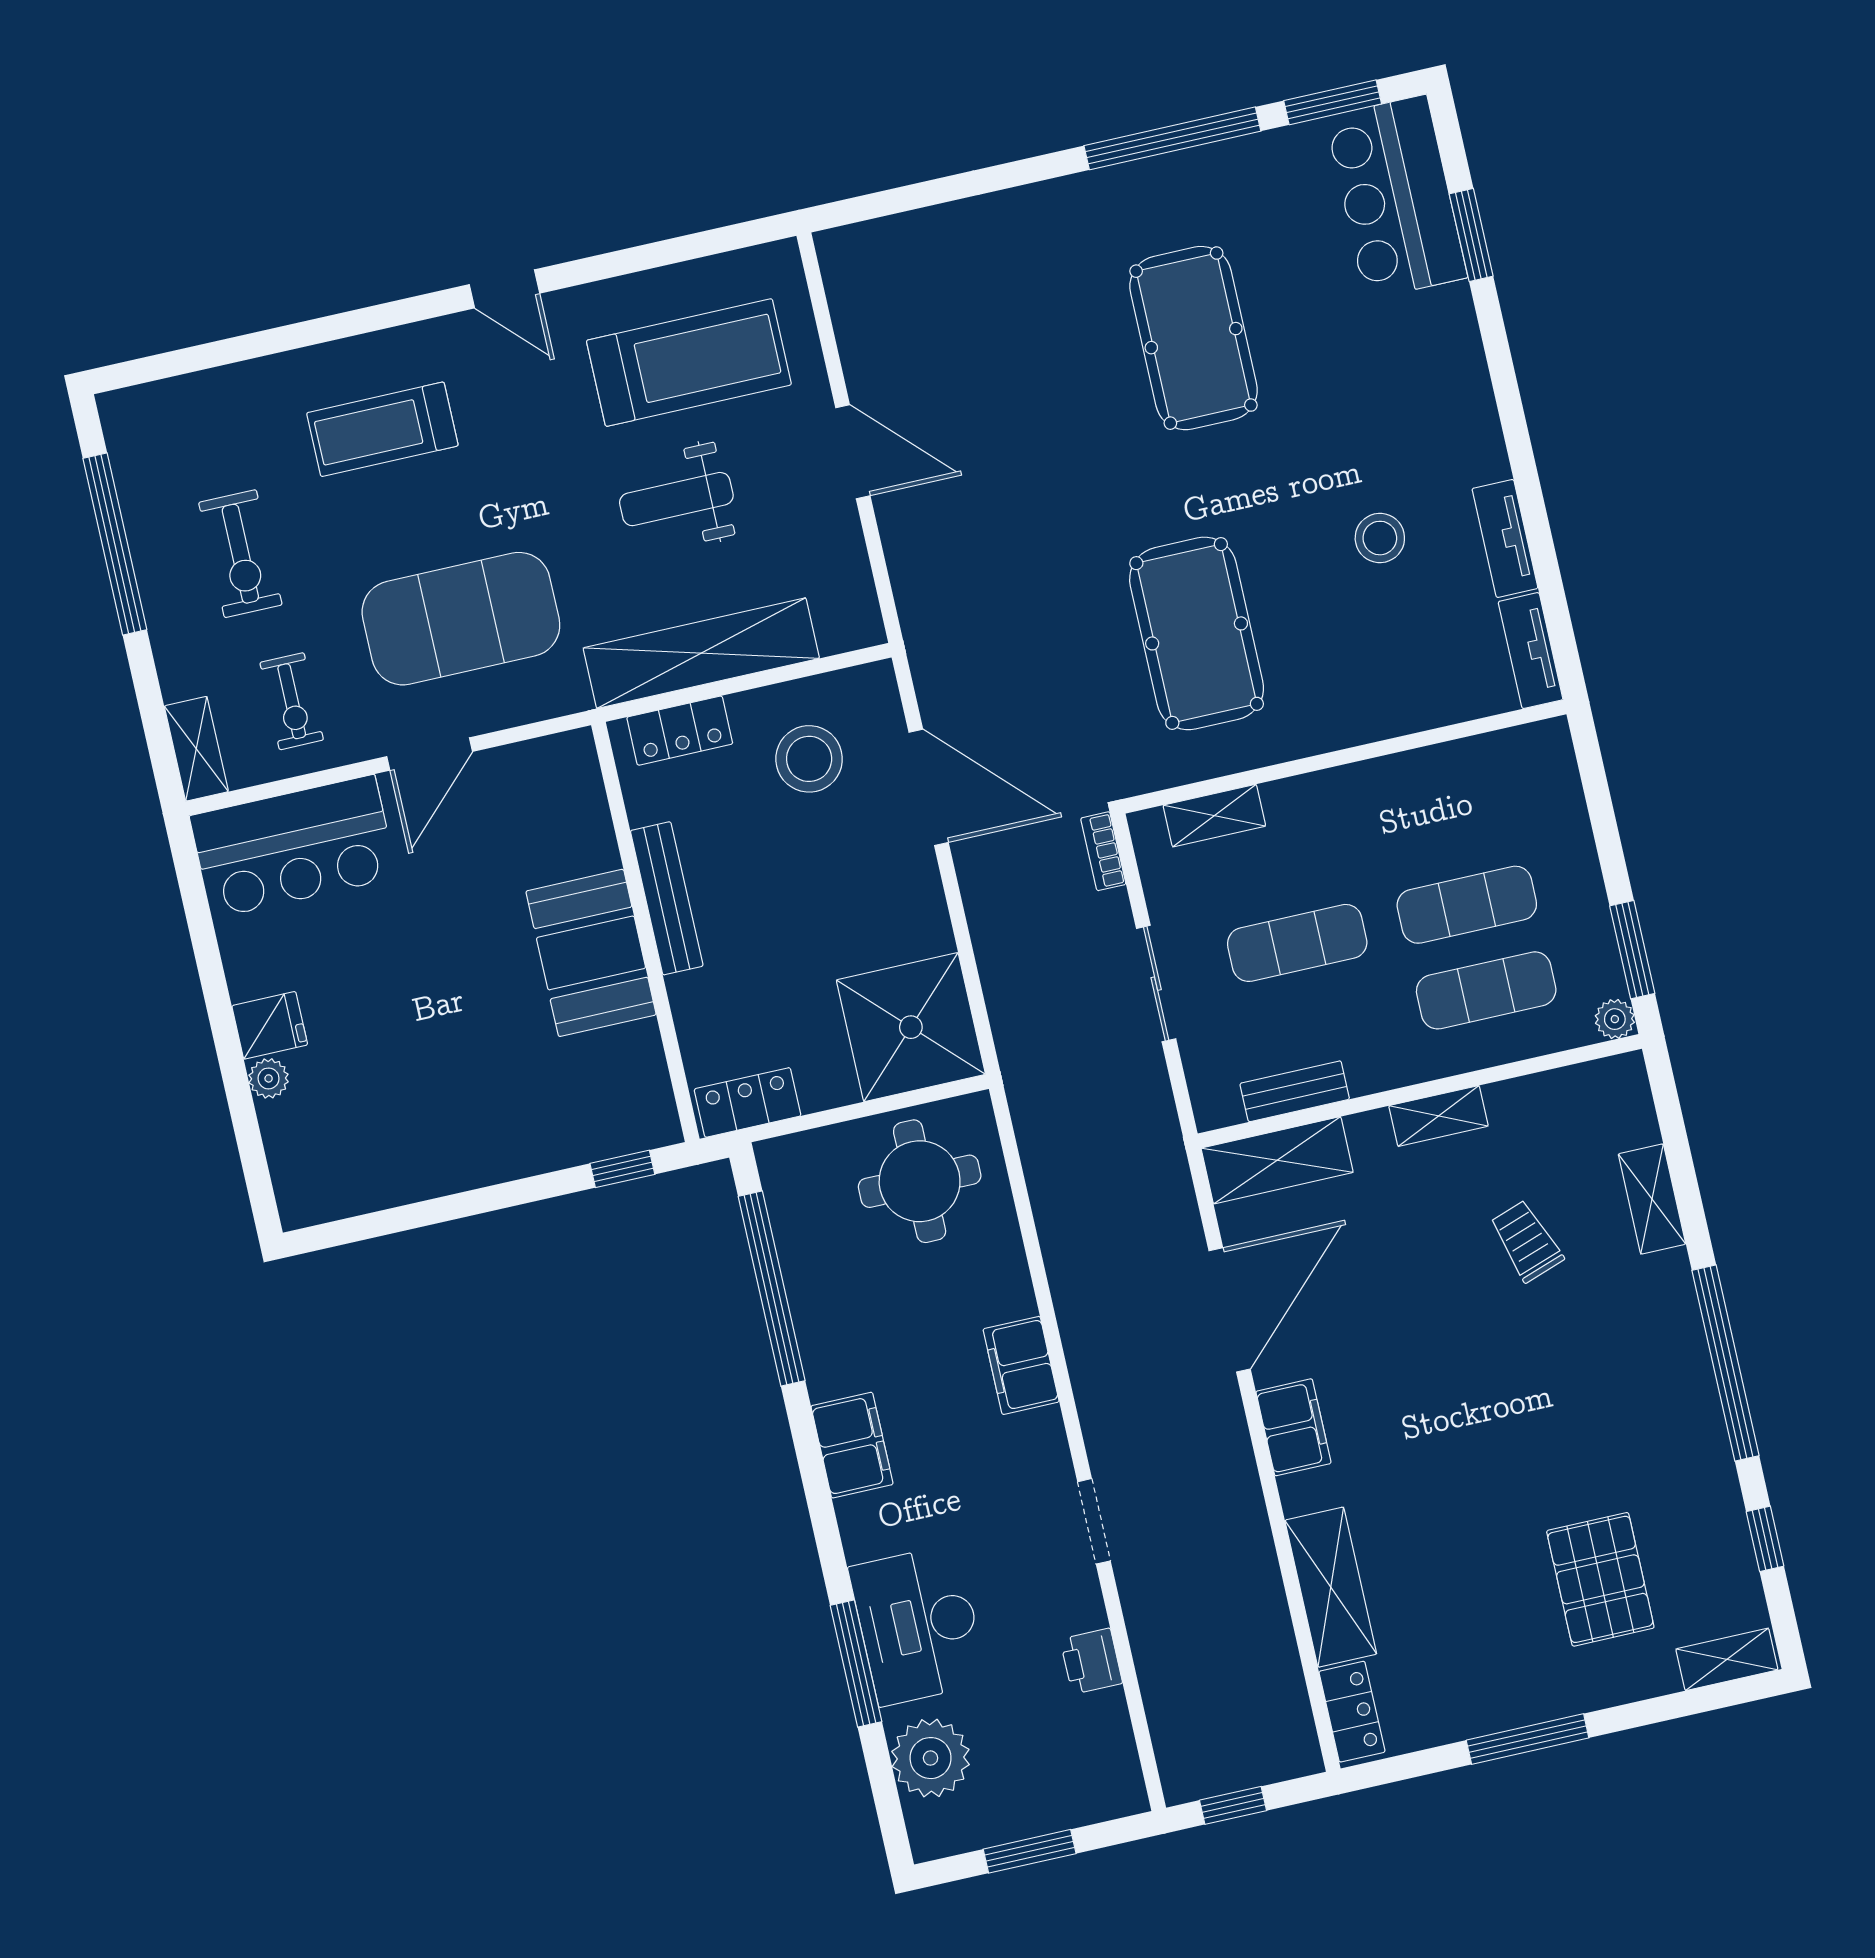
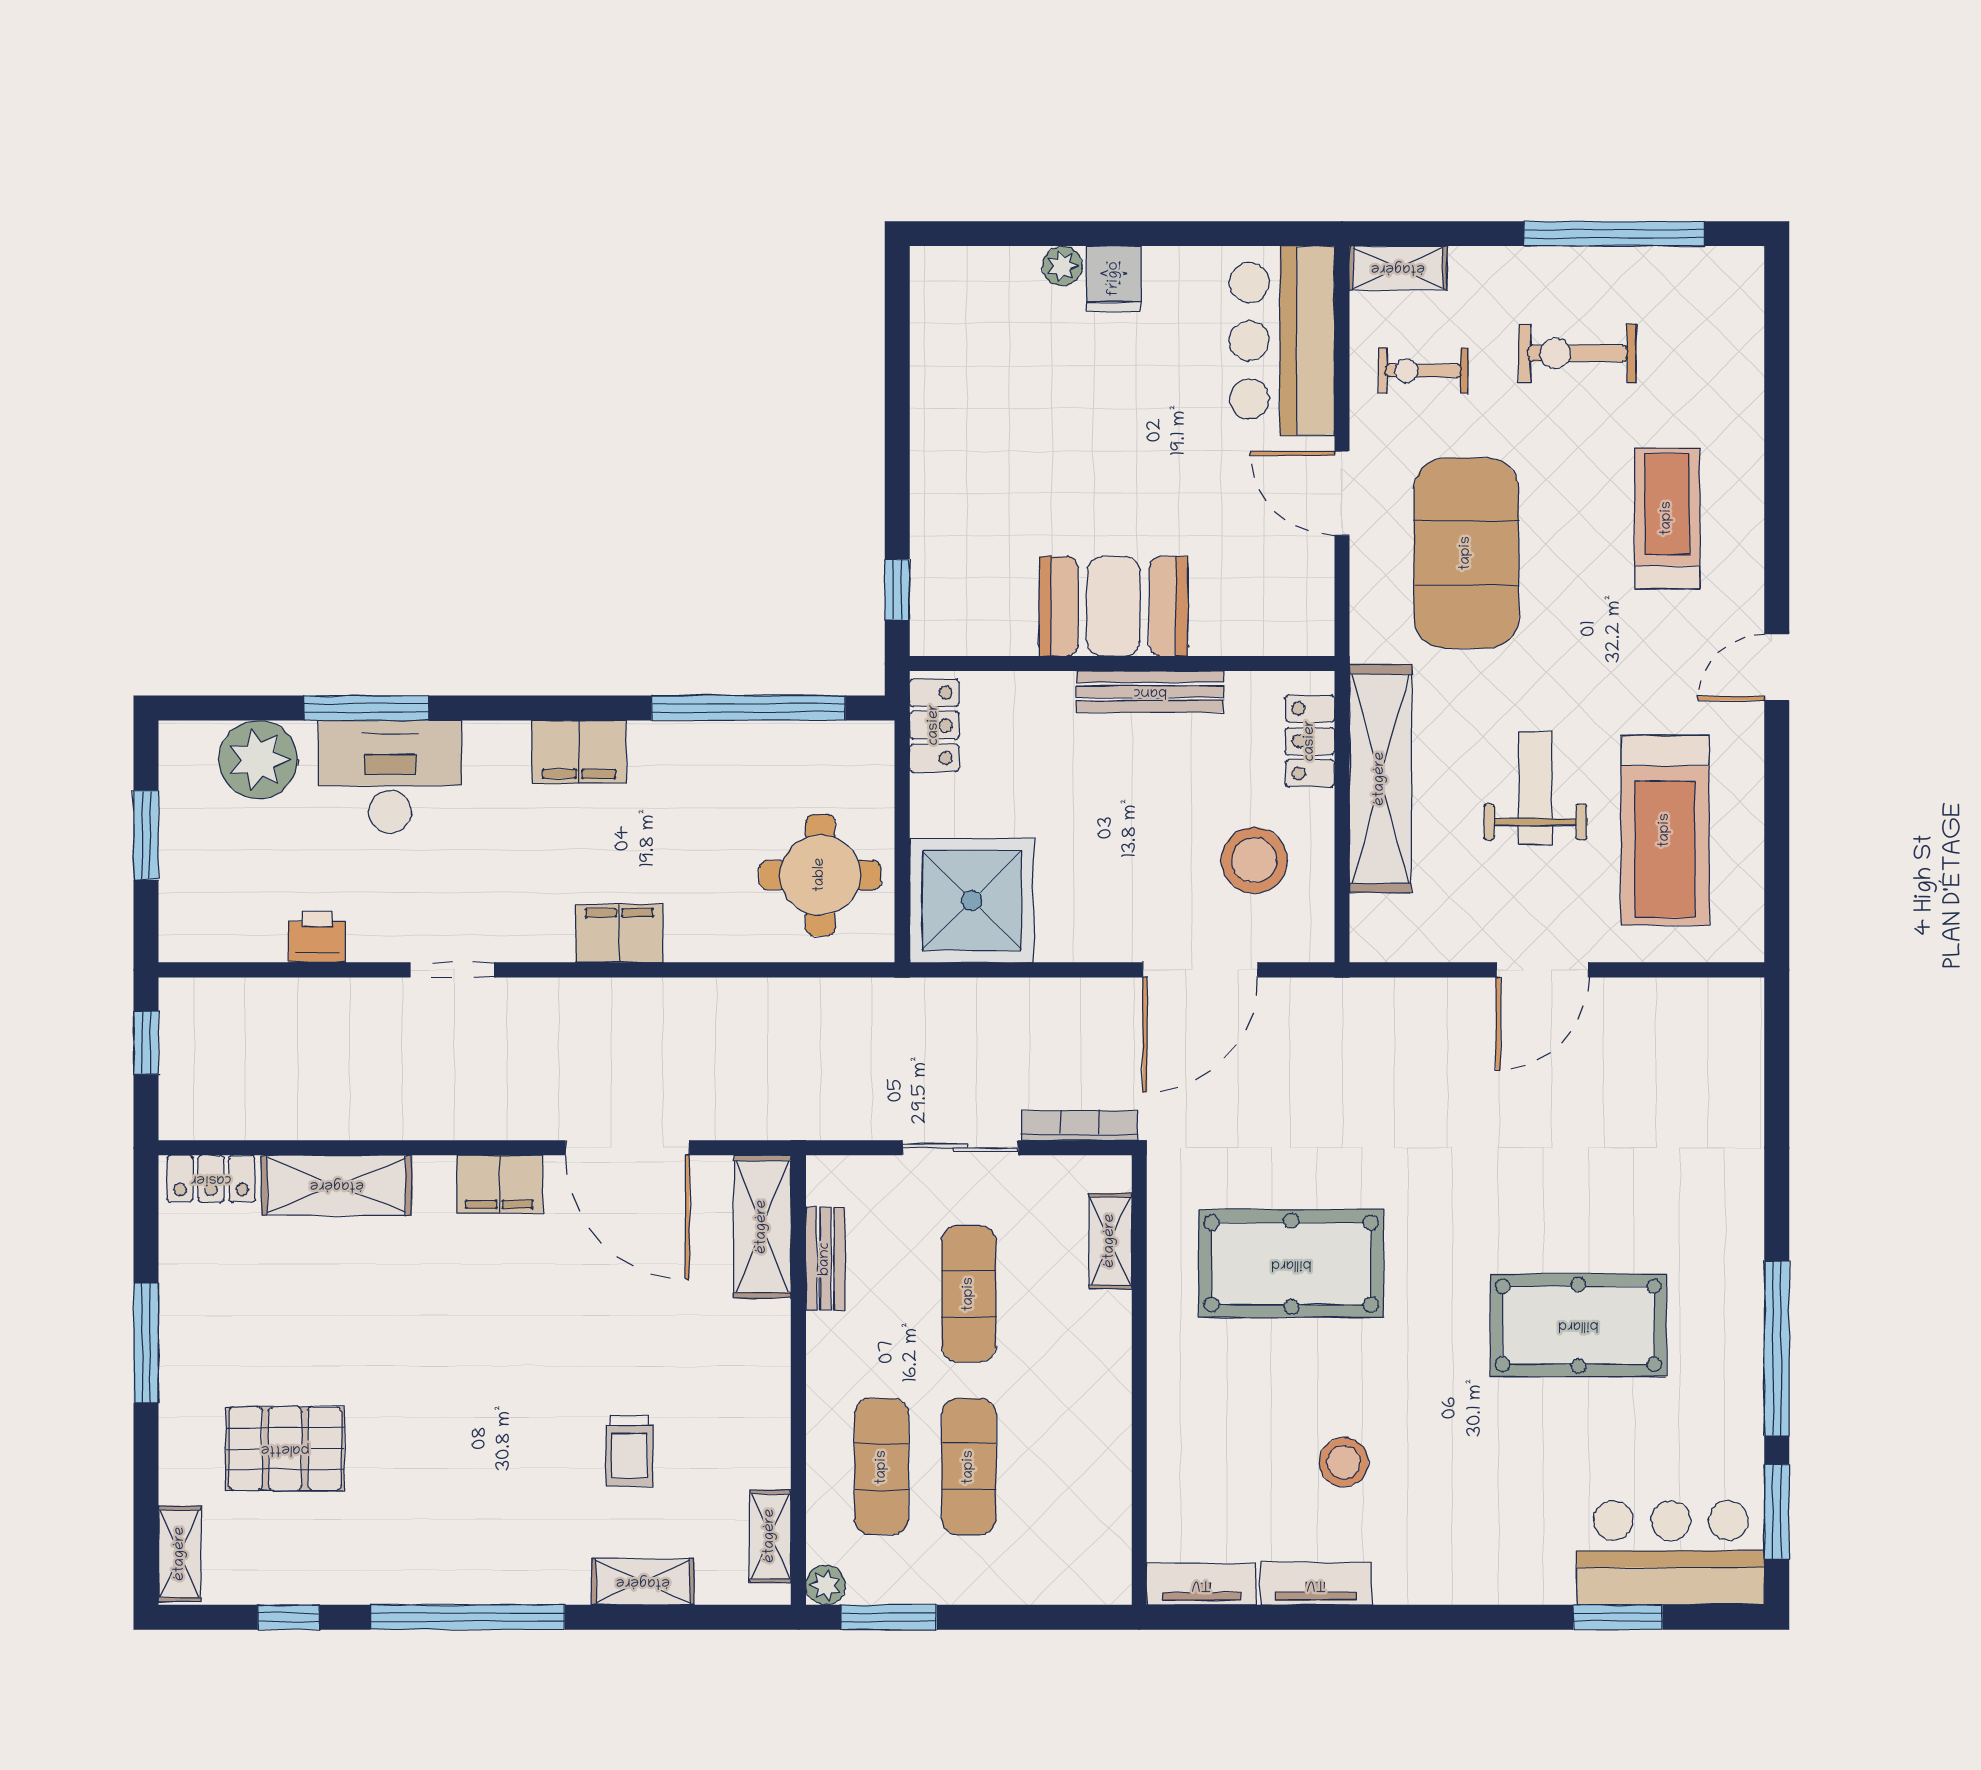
bookcase: (1103, 851) -> (1079, 1126), width x1.56
shelving: (1439, 1116) -> (770, 1536), moved
trolley: (1526, 1241) -> (629, 1451), turned 109

